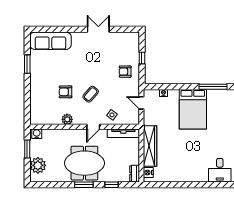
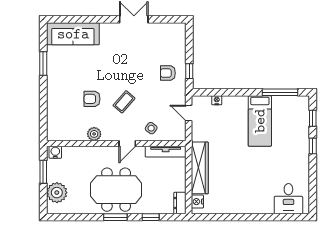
window: (142, 58) -> (189, 71), moved
bed: (193, 109) -> (260, 121), width x0.67

